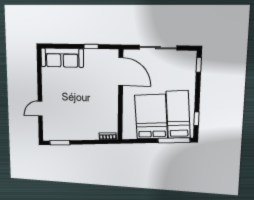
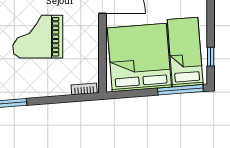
grand piano: (77, 100) -> (38, 37), added
bed: (151, 117) -> (139, 58), width x1.36

